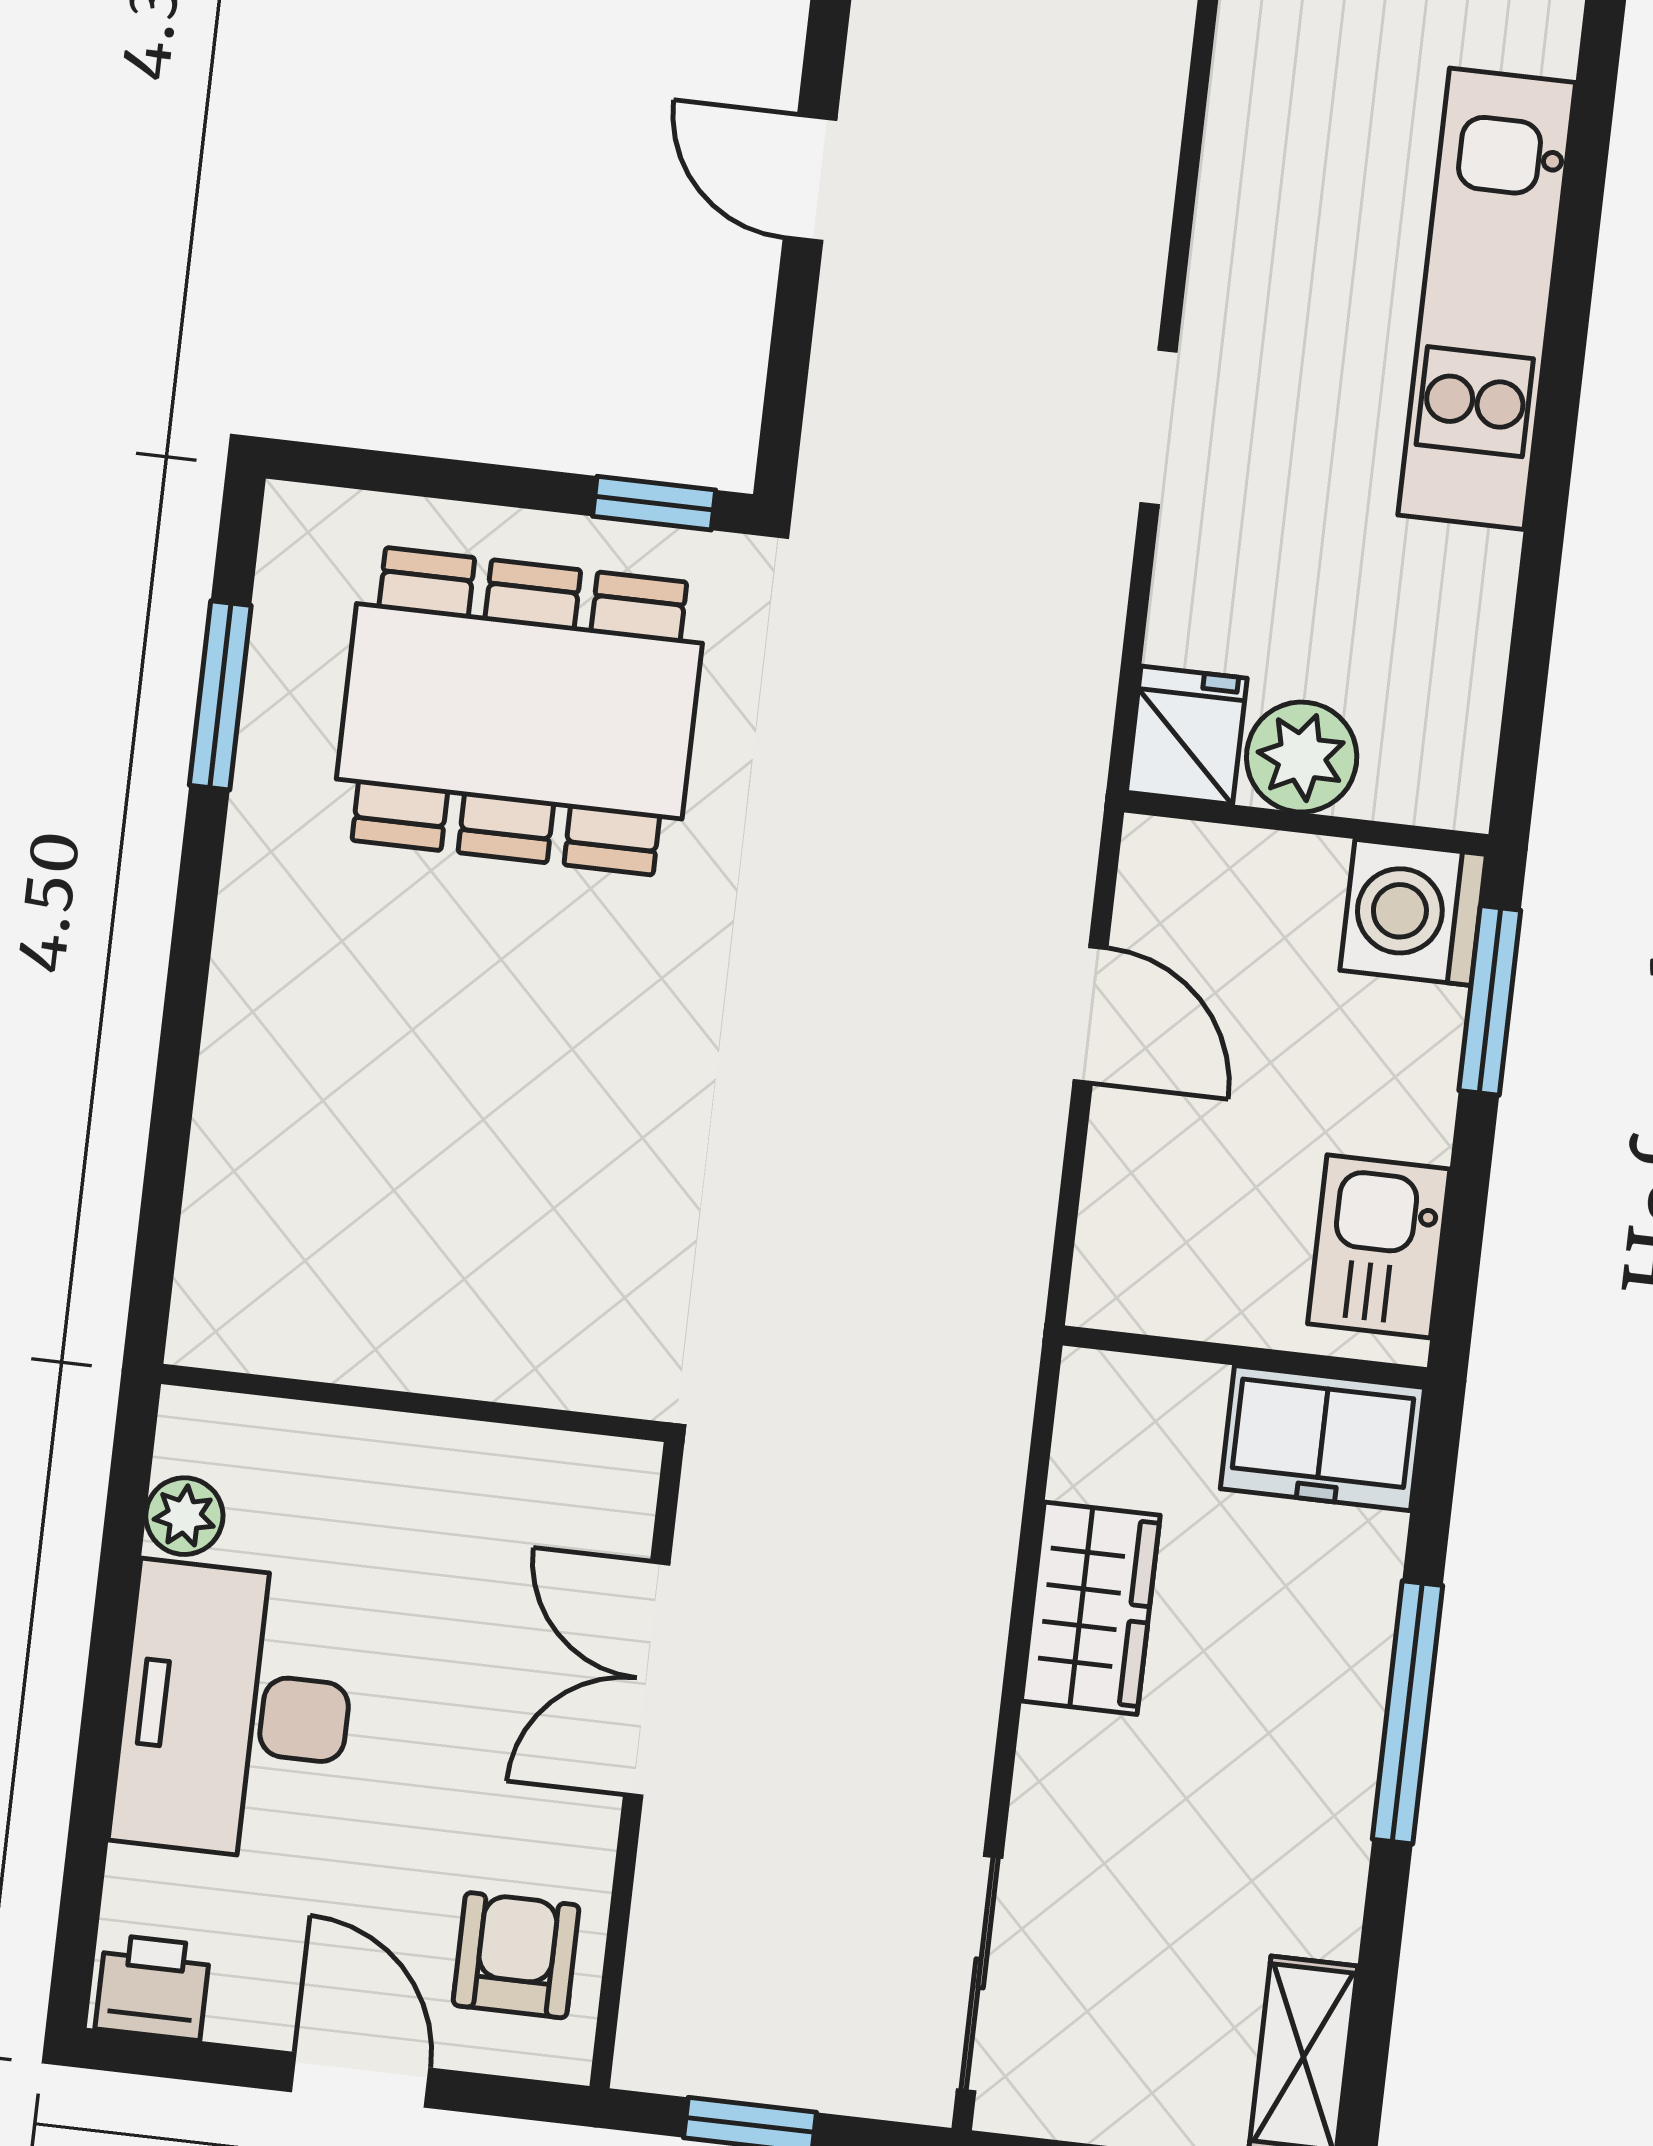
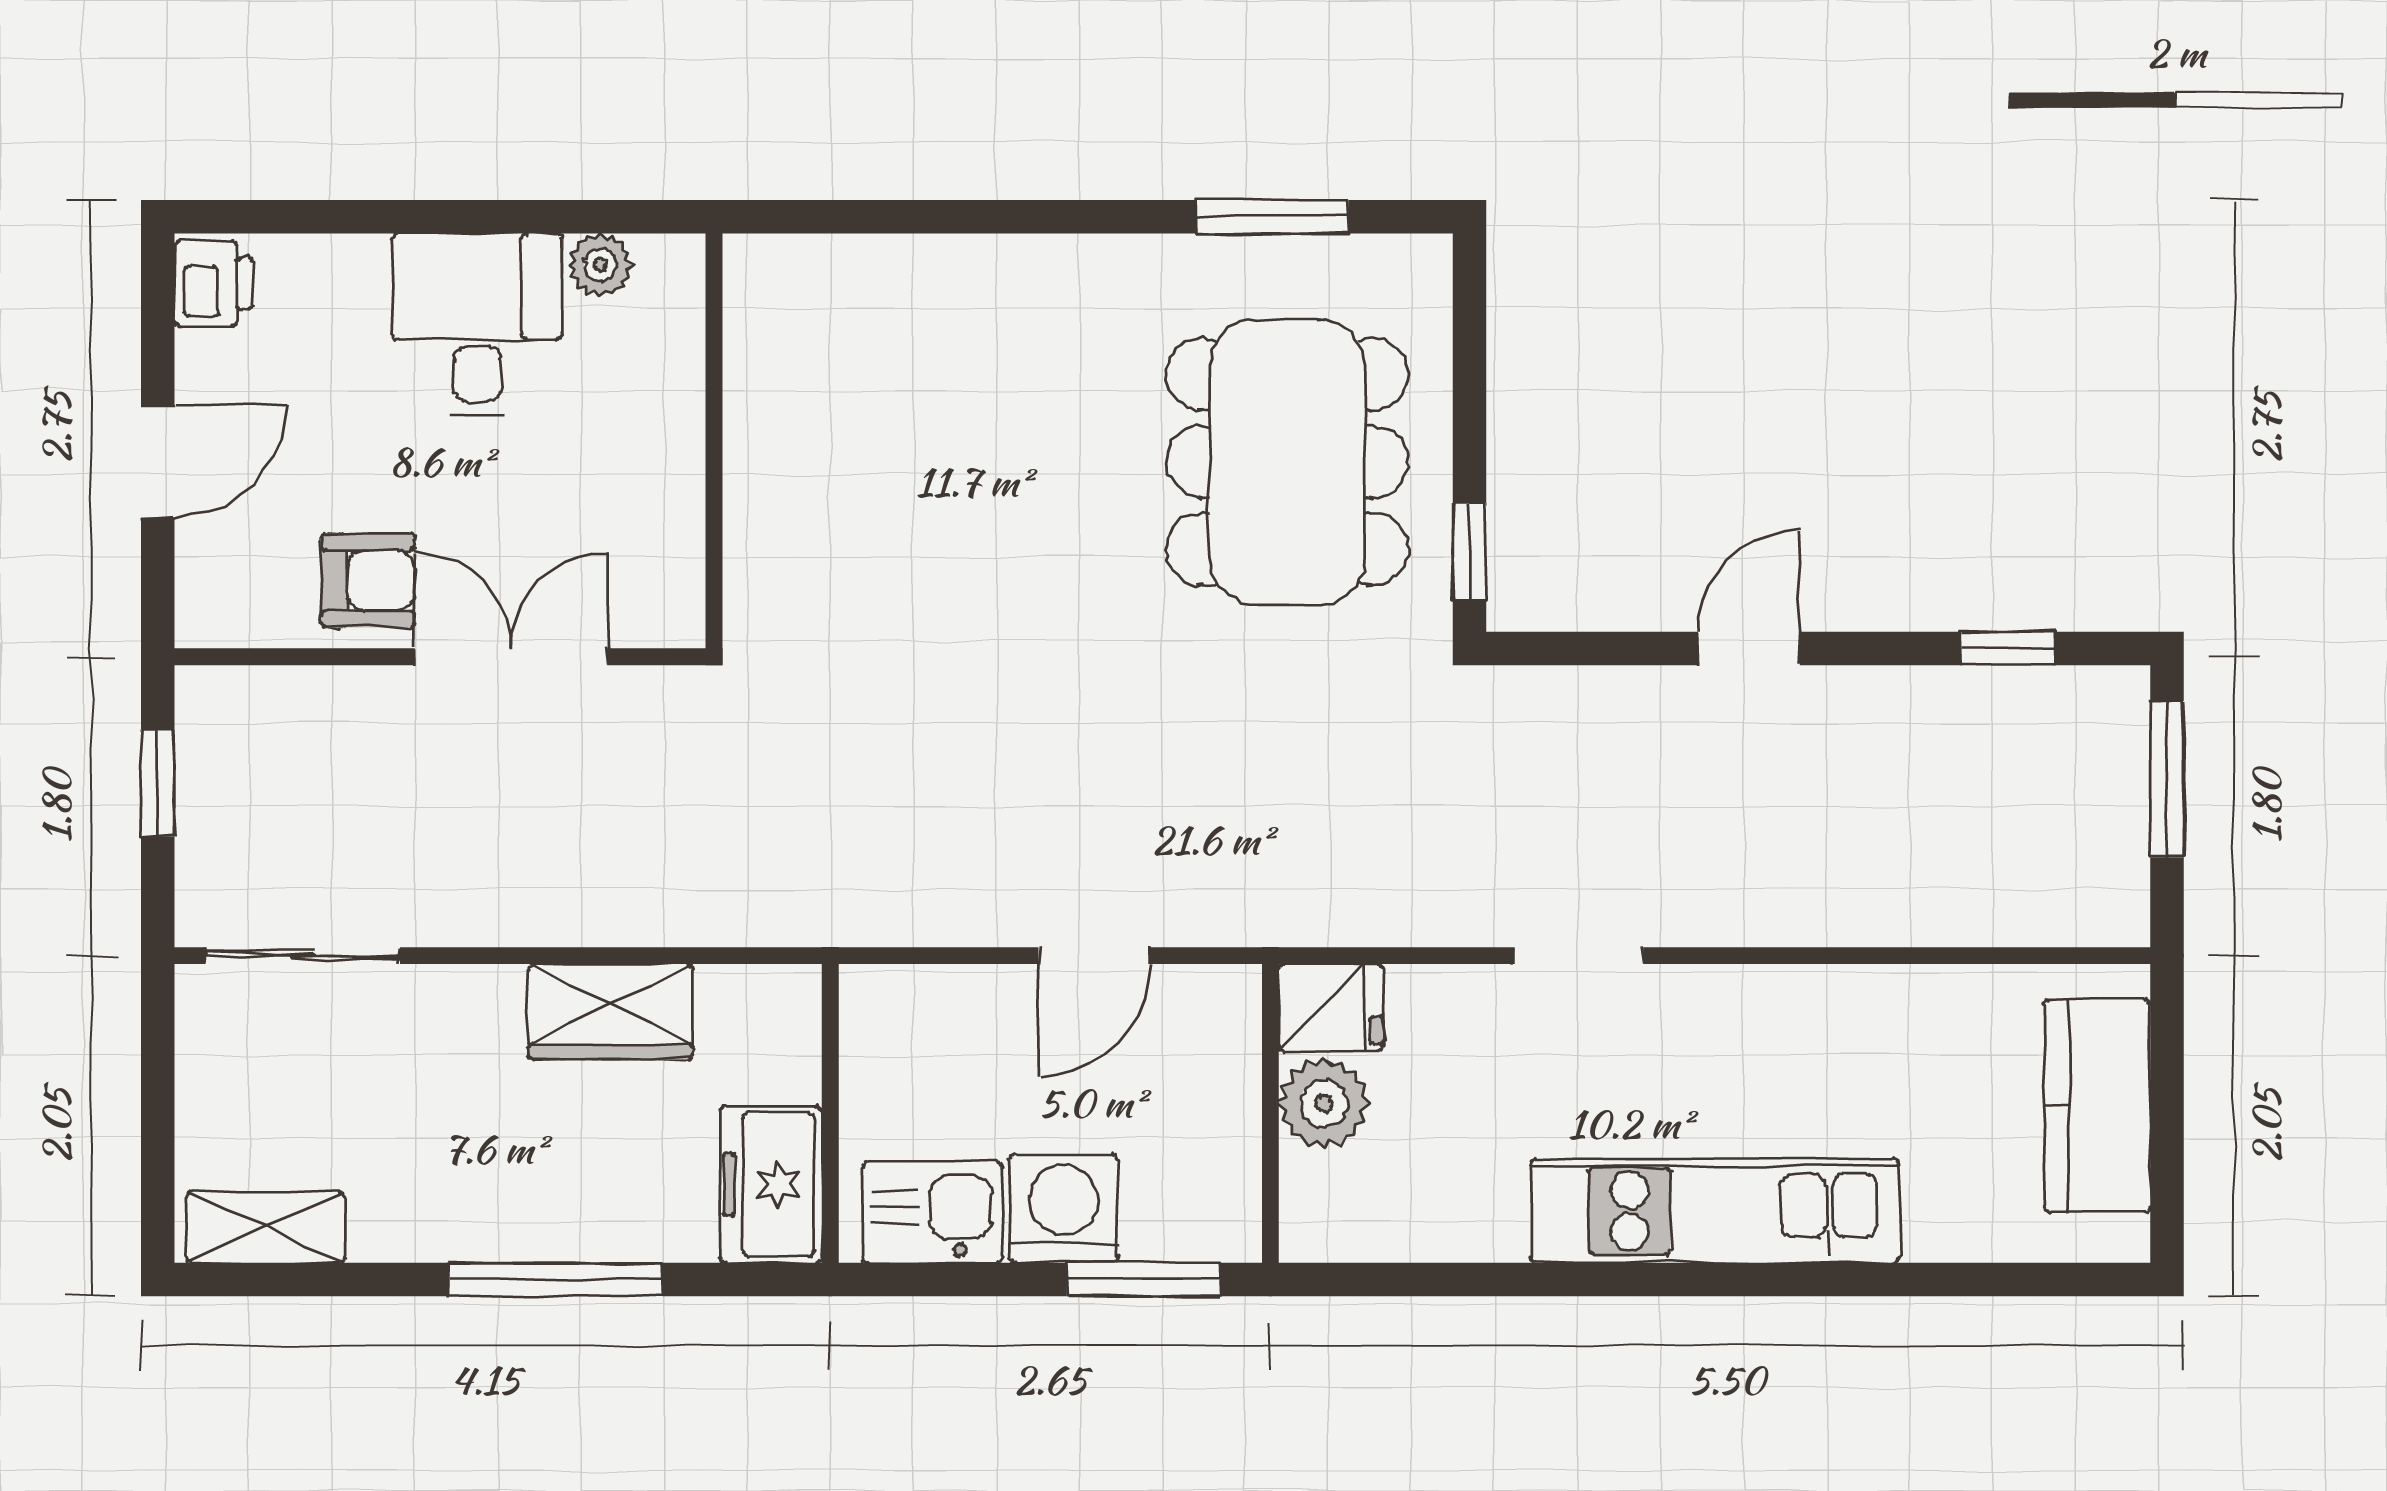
washing machine: (1413, 912) -> (1063, 1209), moved
desk: (235, 1712) -> (477, 325), width x0.73
armchair: (516, 1955) -> (368, 581), moved

